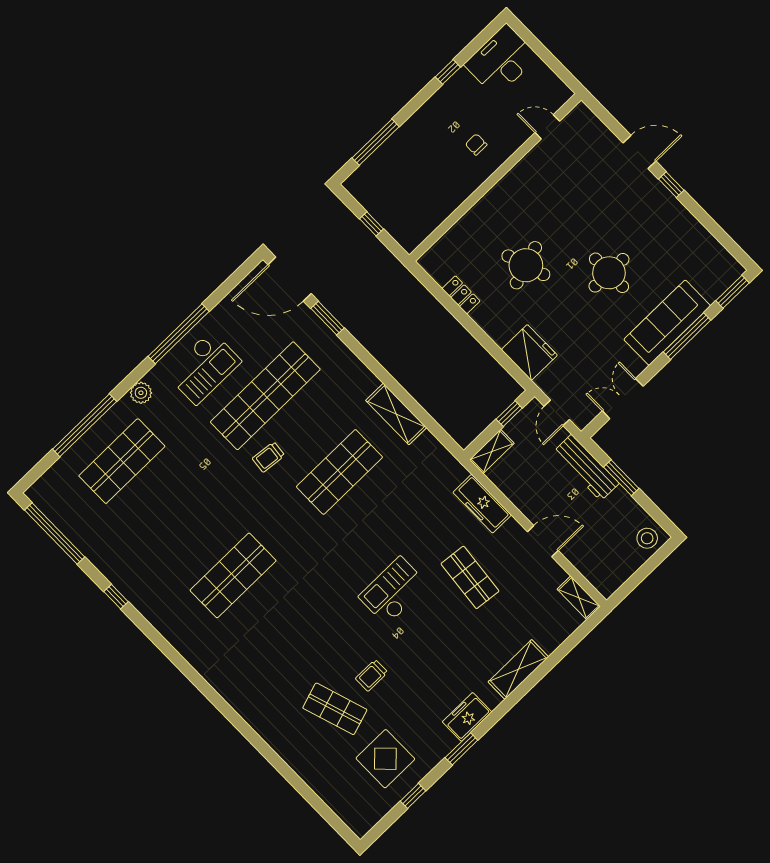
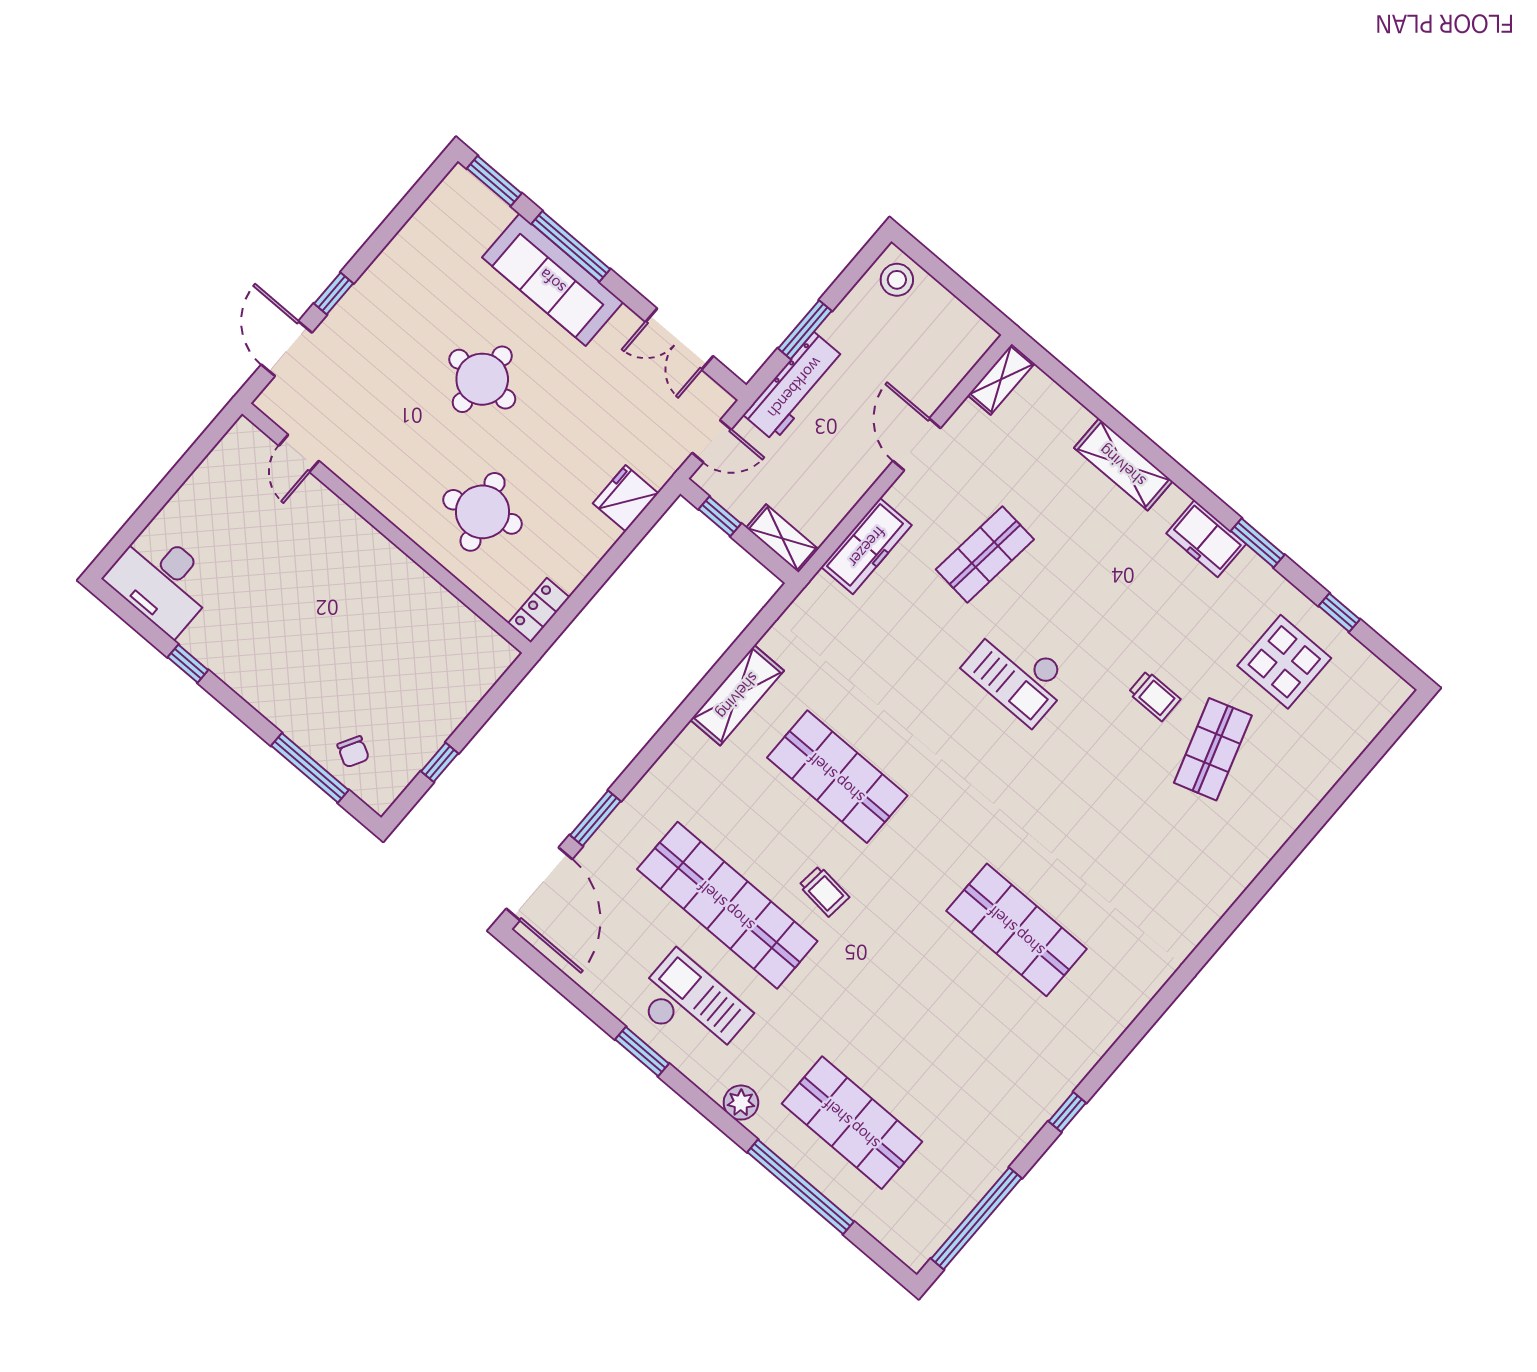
door: (547, 127) -> (299, 453), moved
chair: (476, 144) -> (353, 752), moved, turned -61
wall: (495, 177) -> (386, 528), moved
window: (179, 334) -> (642, 1052), width x0.47
fridge: (529, 352) -> (626, 498), width x0.73, depth x0.75

